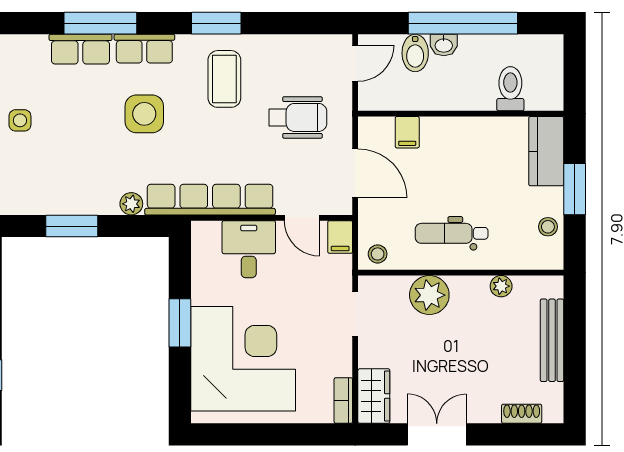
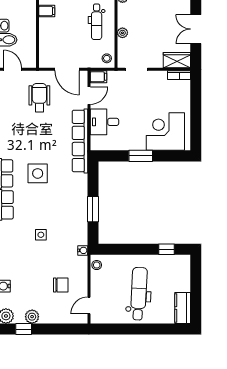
coffee table: (224, 79) -> (20, 134), removed
filing cabinet: (407, 132) -> (47, 11), moved
door: (355, 173) -> (67, 69), swing flipped
plant: (131, 204) -> (82, 180), removed
plant: (429, 295) -> (122, 33), width x0.53, depth x0.53
corner desk: (243, 359) -> (165, 132), width x0.74, depth x0.74

